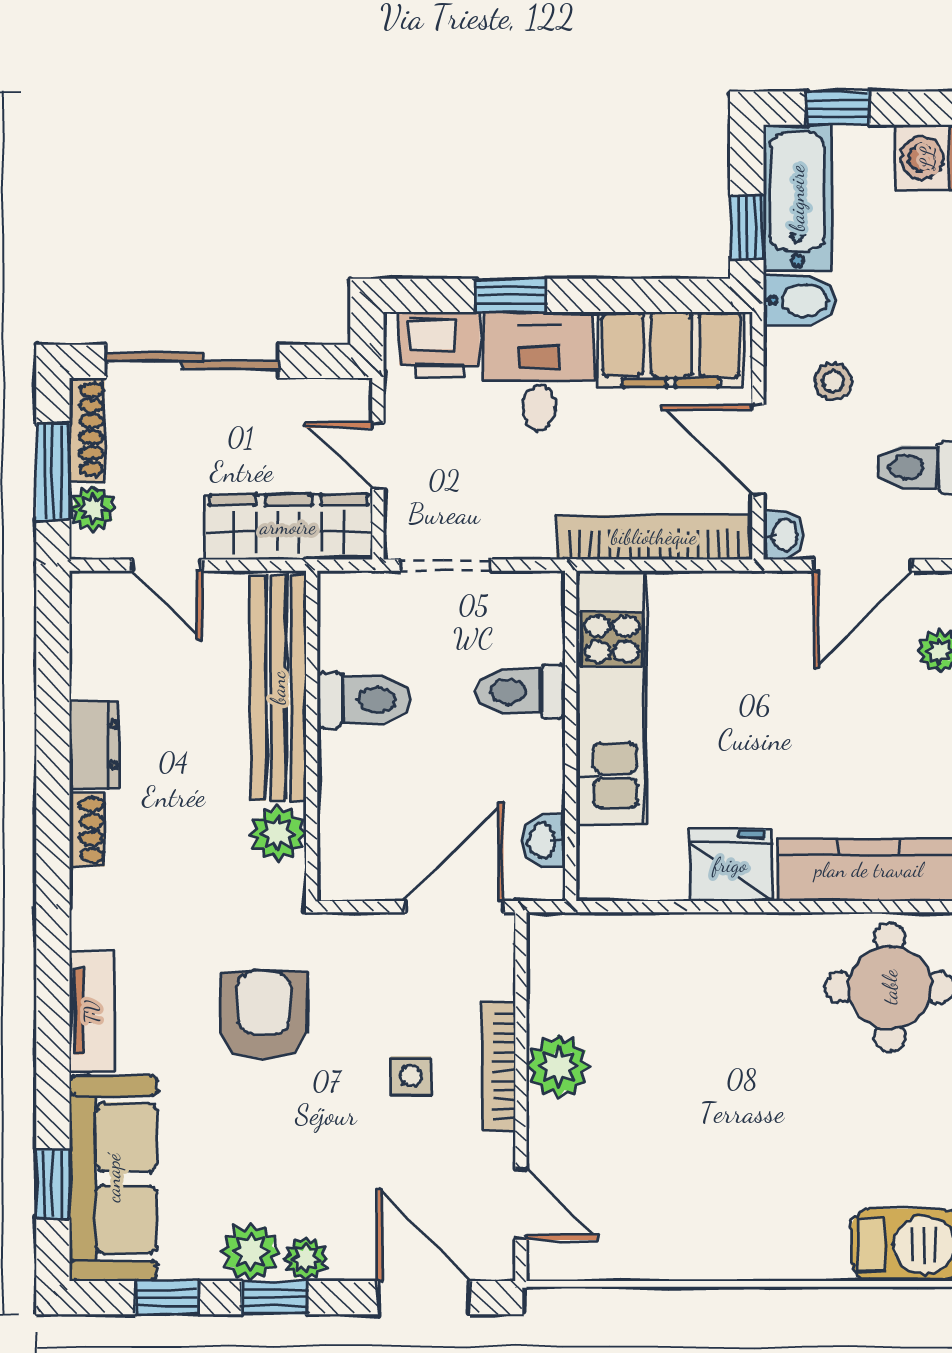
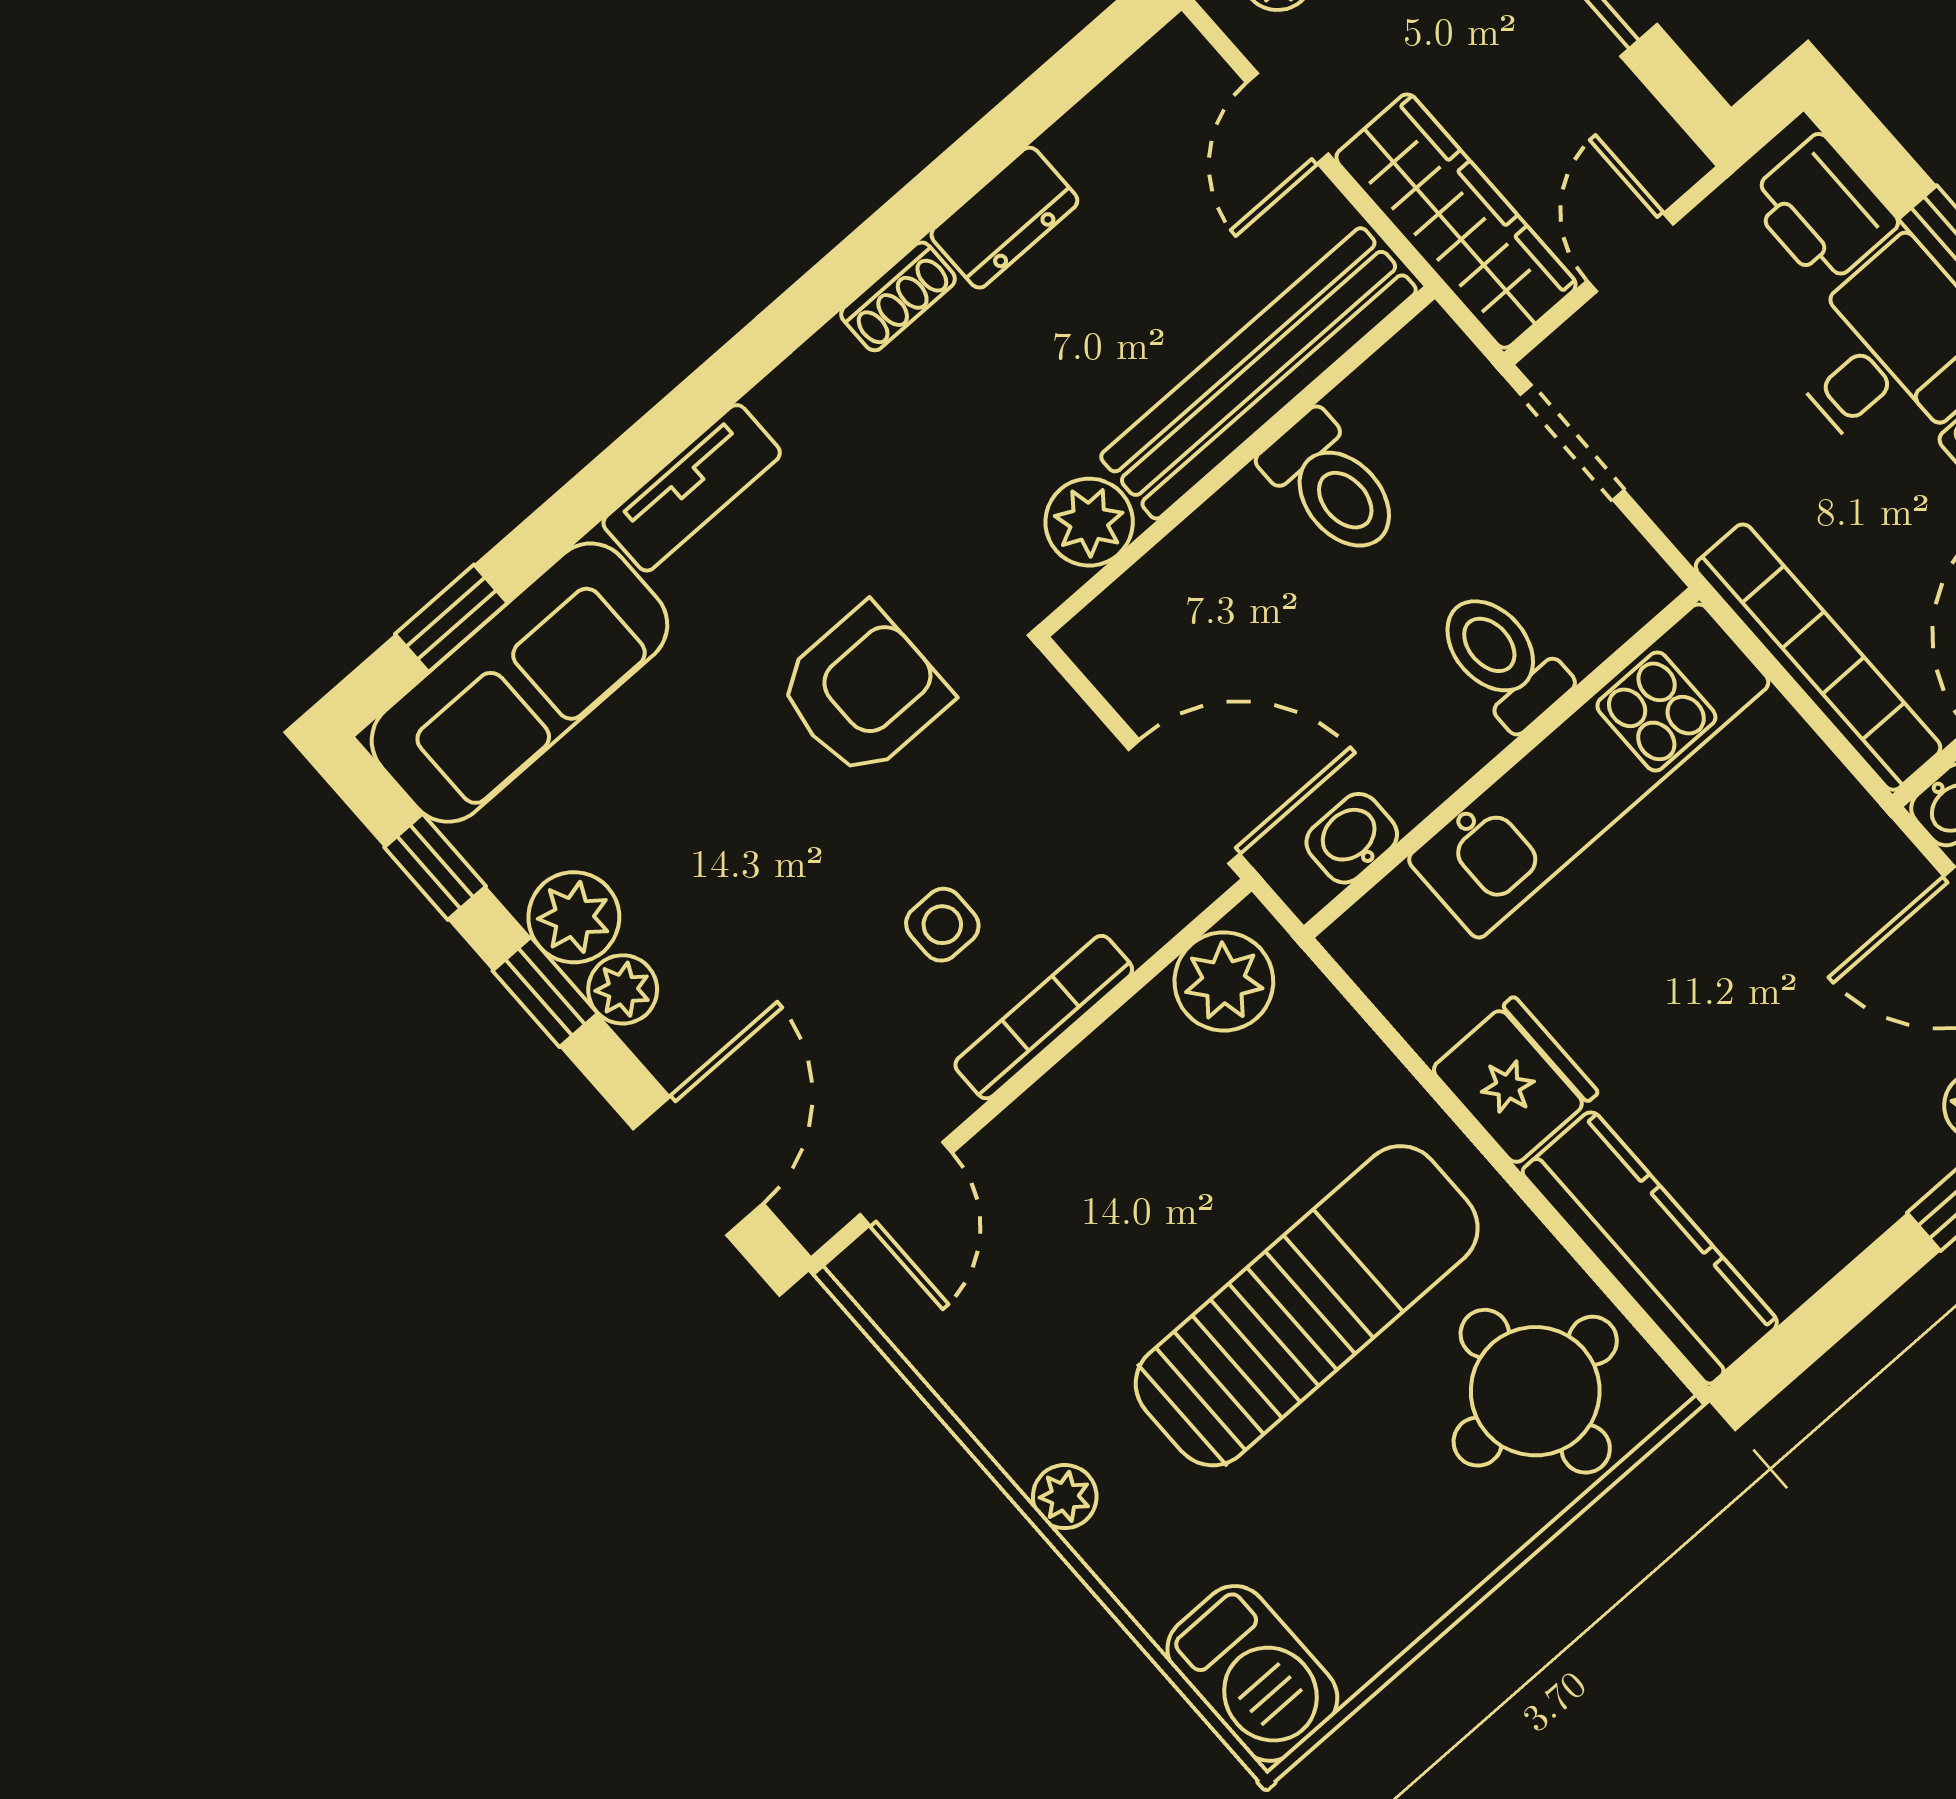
sun lounger: (751, 1062) -> (1307, 1306), added
plant: (558, 1066) -> (1224, 981), moved
plant: (740, 1261) -> (1065, 1497), added

